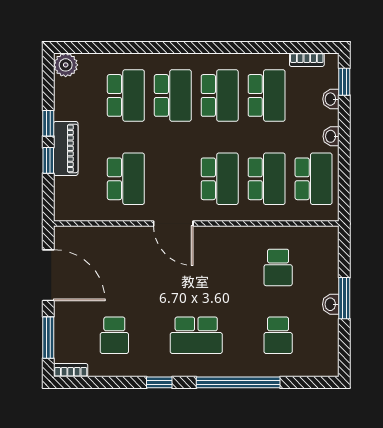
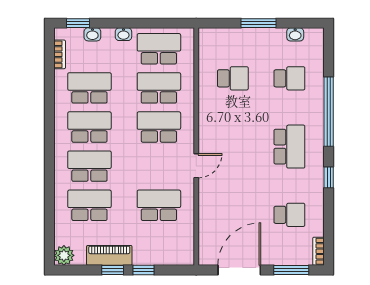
piano: (66, 148) -> (109, 255), moved
door: (173, 224) -> (196, 166), width x0.73
washbasin: (331, 304) -> (295, 34), moved

